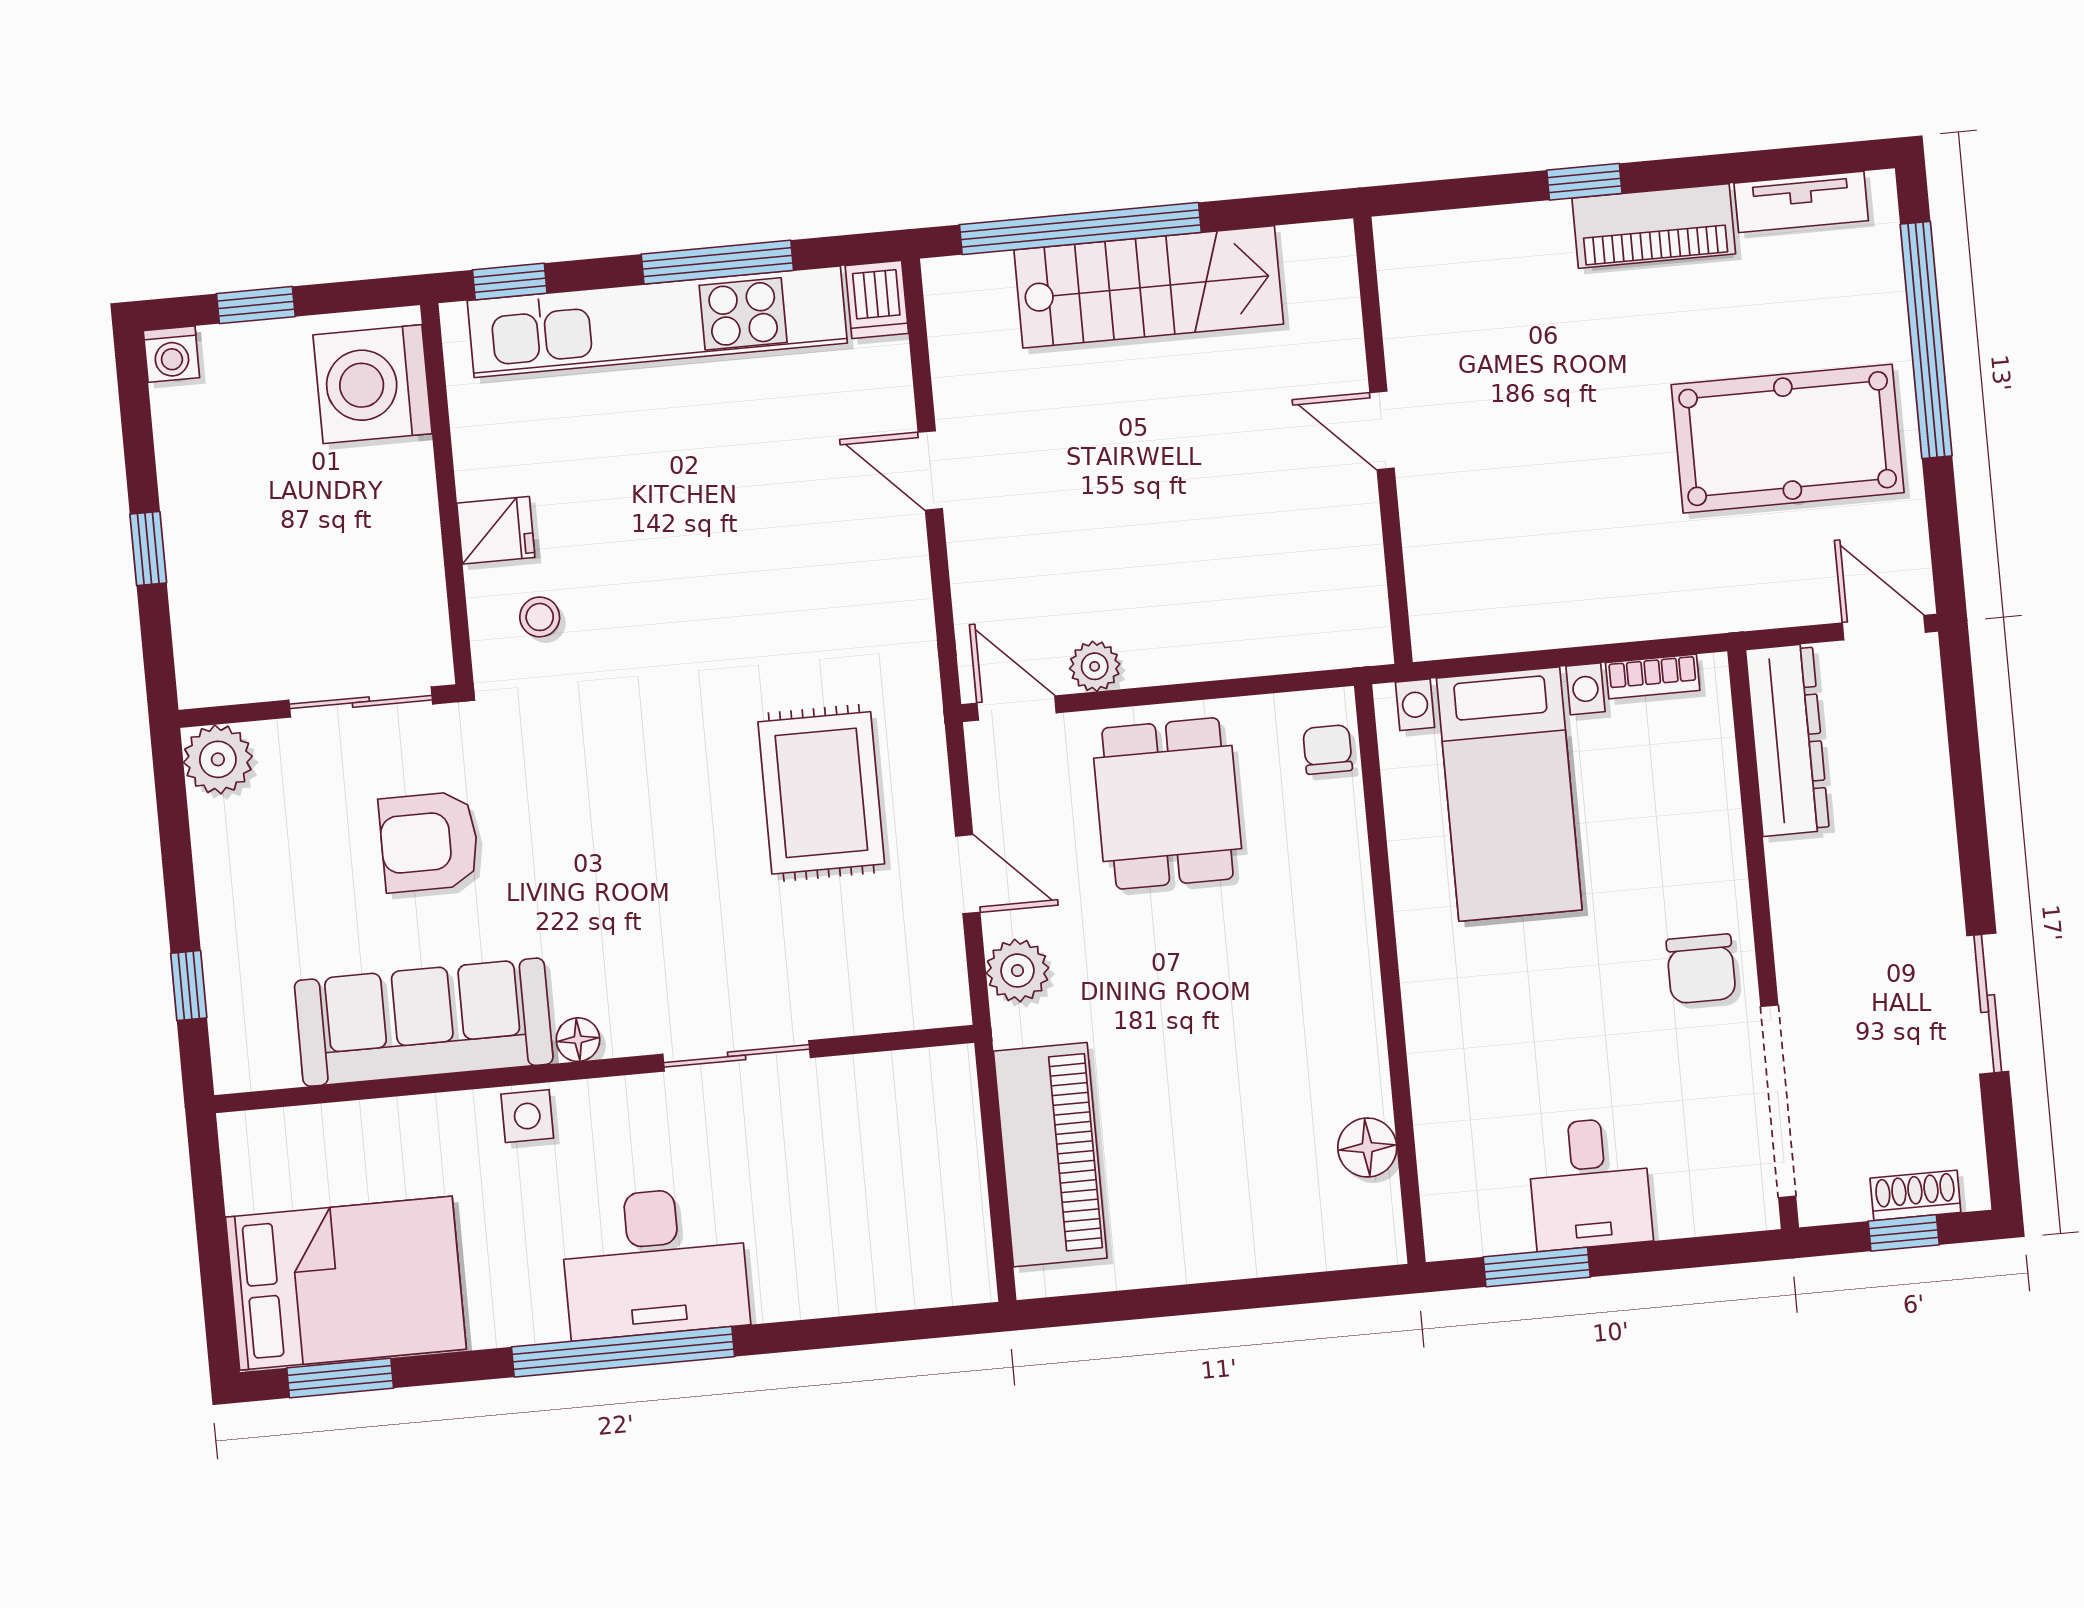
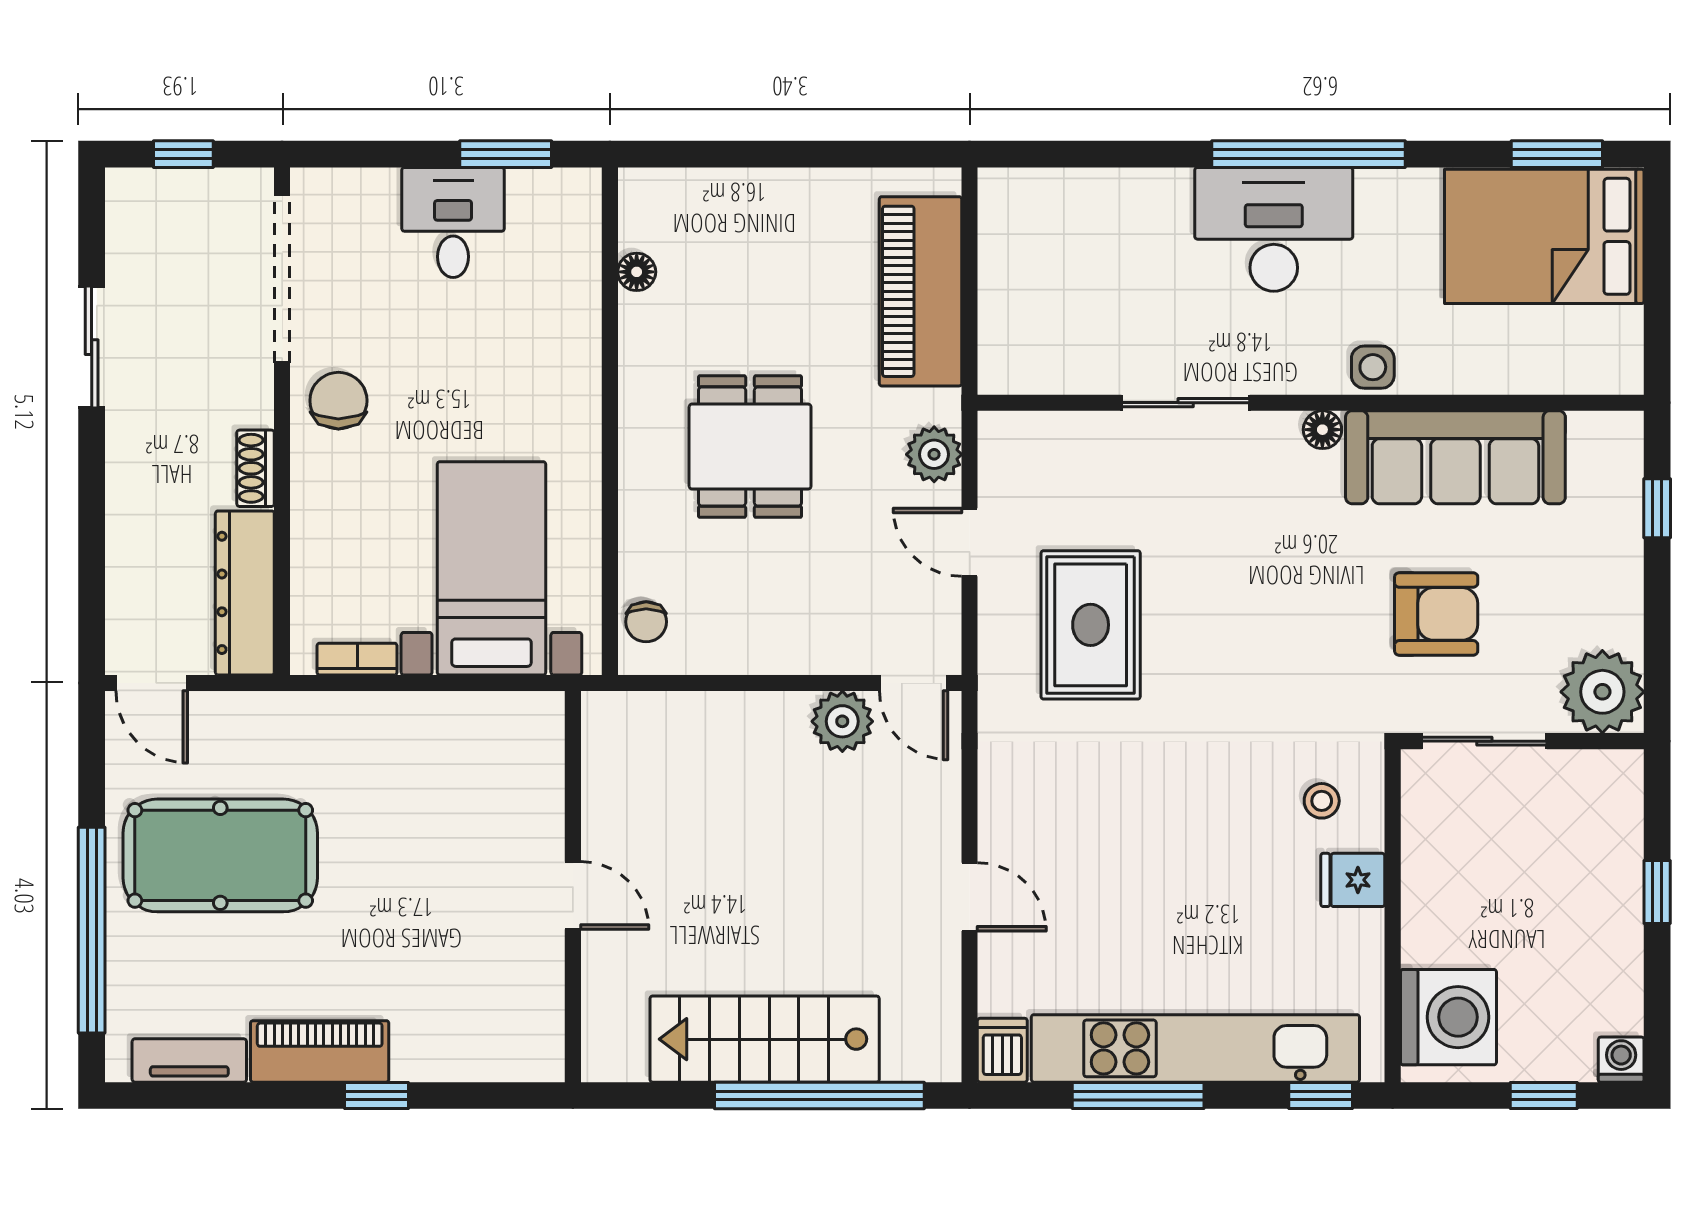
plant: (1095, 666) -> (842, 721), width x1.38, depth x1.38
plant: (218, 759) -> (1602, 692), width x1.36, depth x1.36
dining table: (1168, 803) -> (750, 447), moved
floor lamp: (1367, 1148) -> (637, 272), width x0.73, depth x0.73
shoe rack: (1915, 1195) -> (255, 468), moved, turned 90

